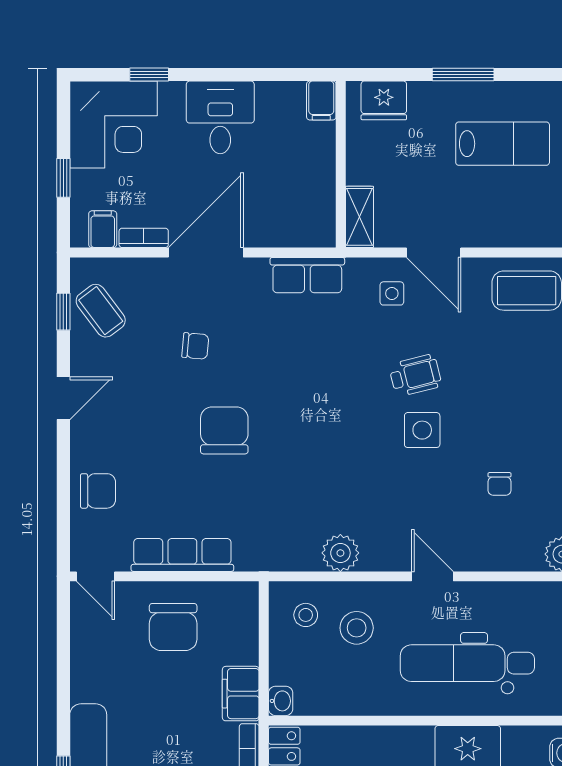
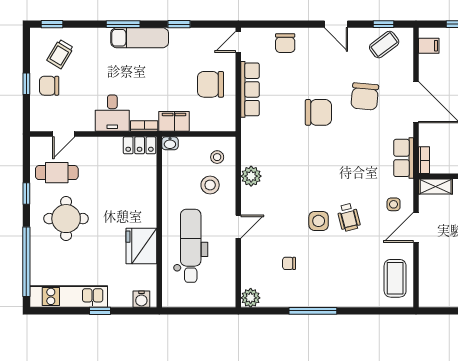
bookcase: (144, 238) -> (424, 160), moved
chair: (195, 346) -> (365, 96), width x1.87, depth x1.87
window: (63, 685) -> (179, 24), added

